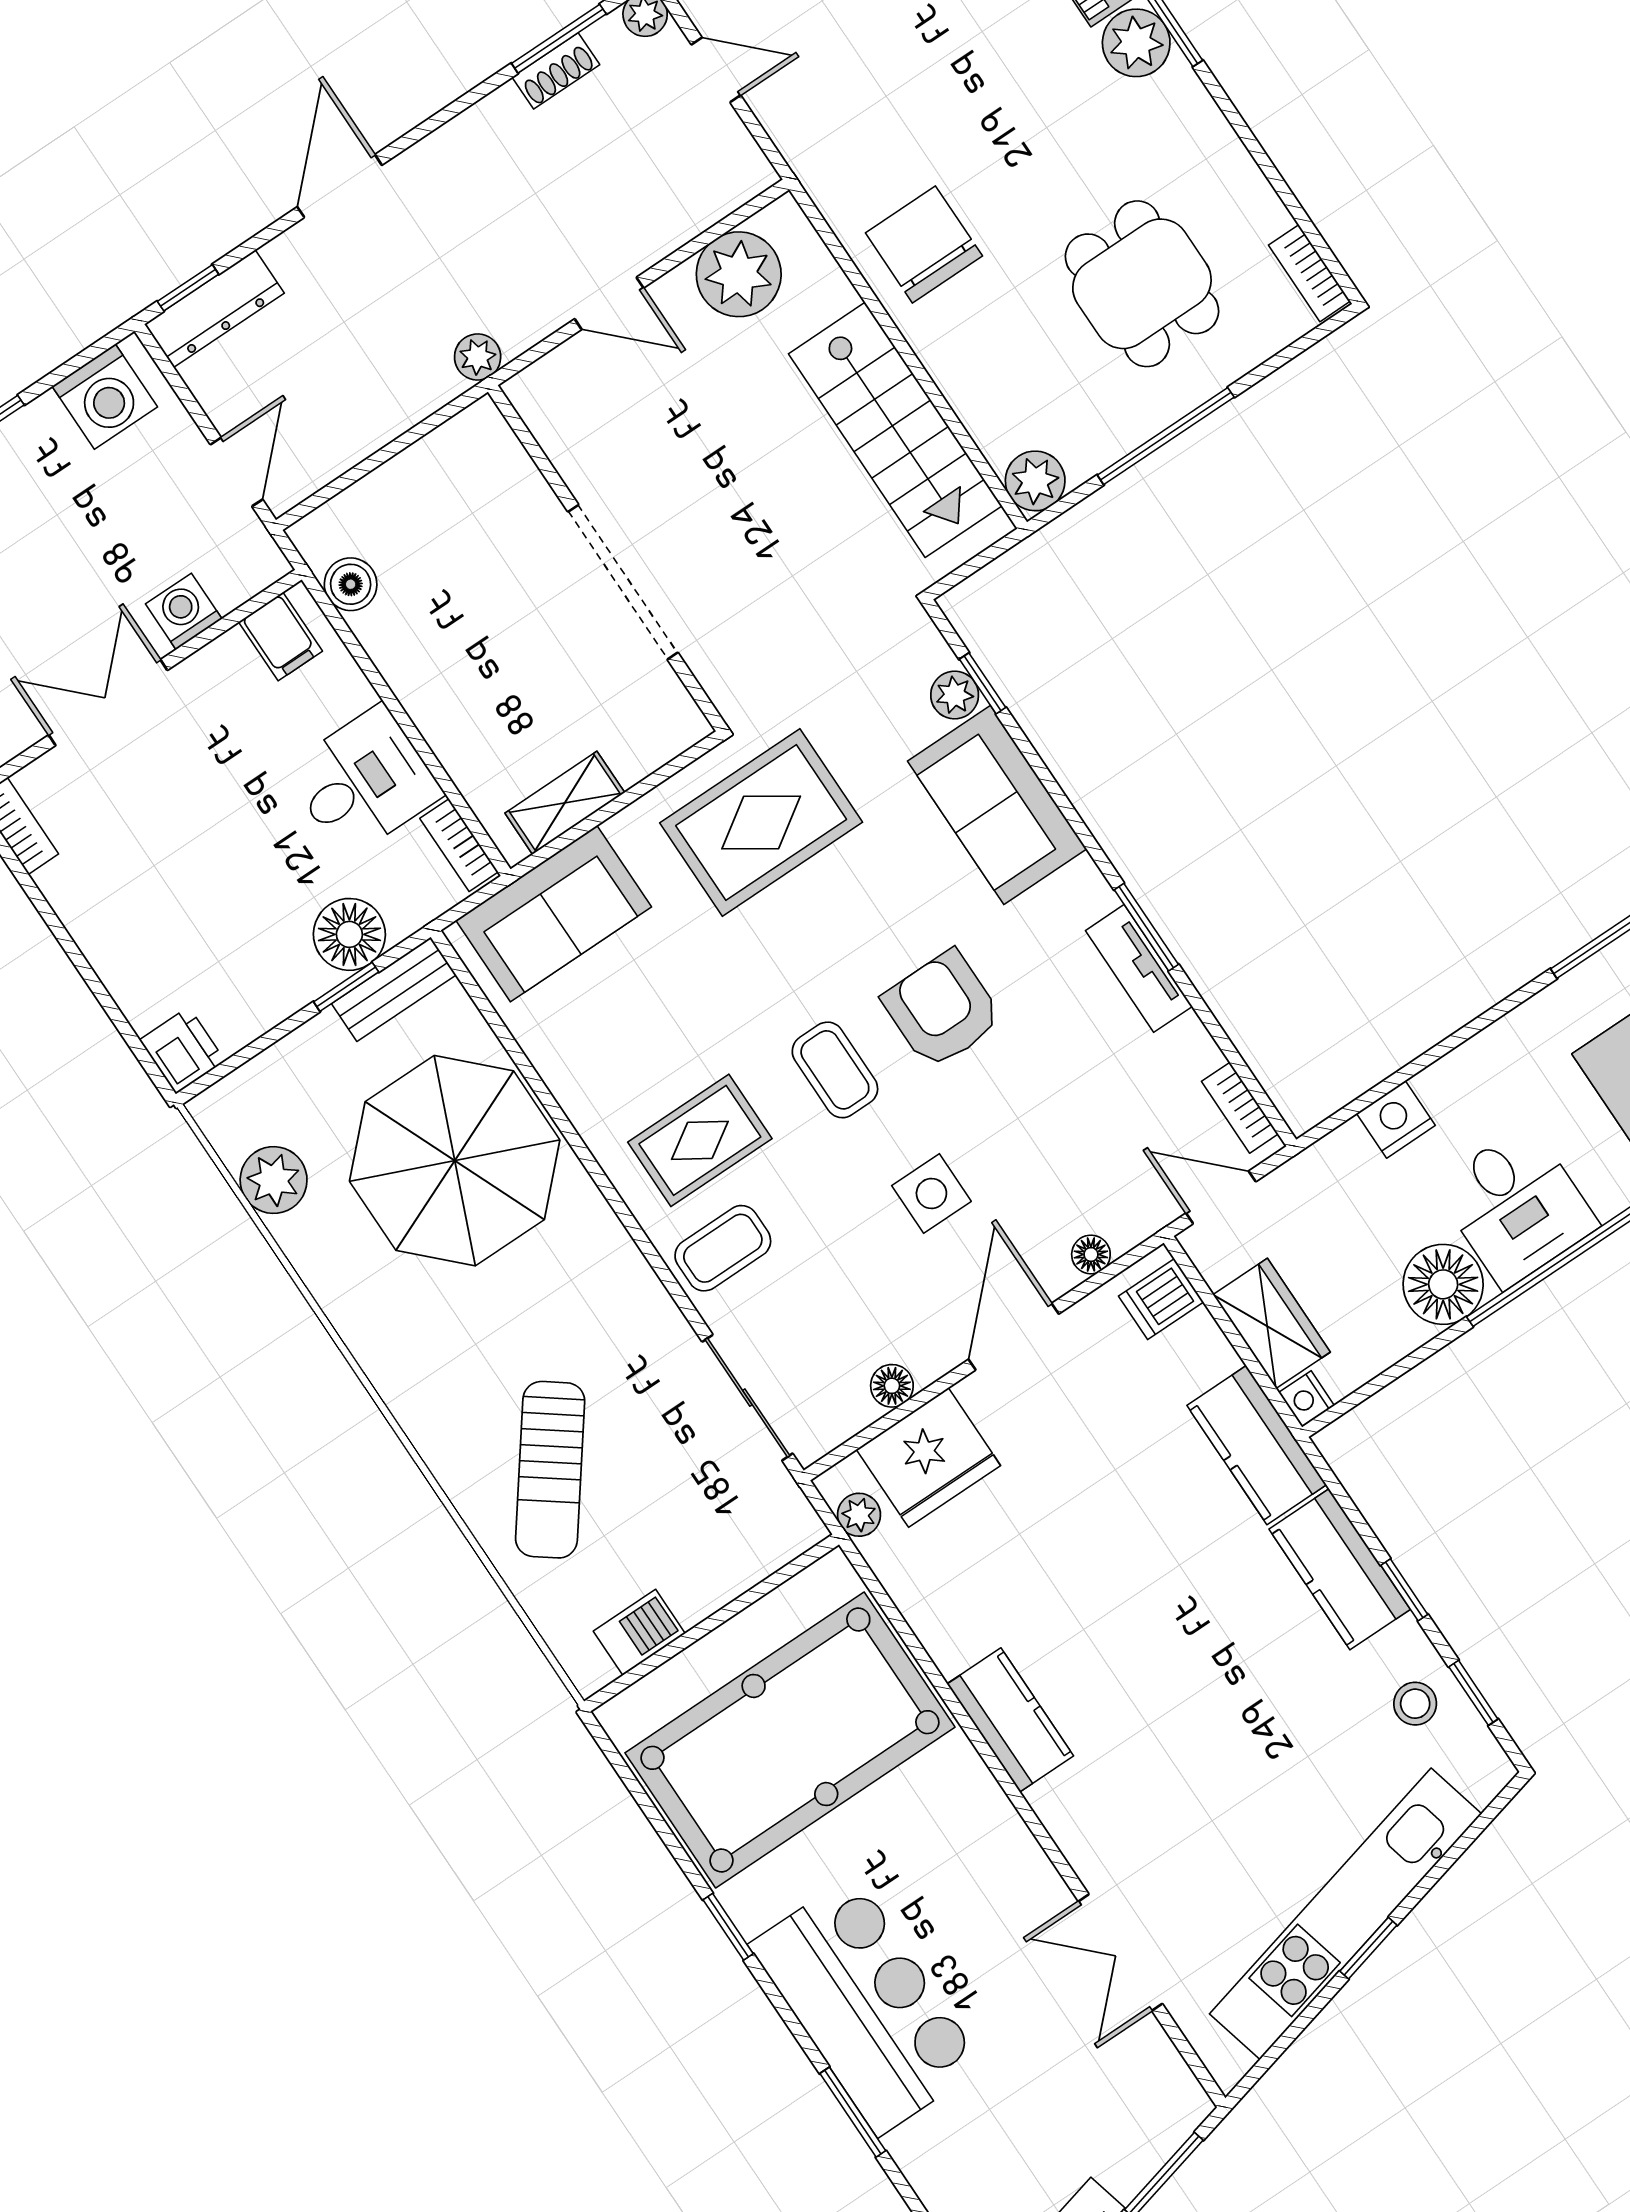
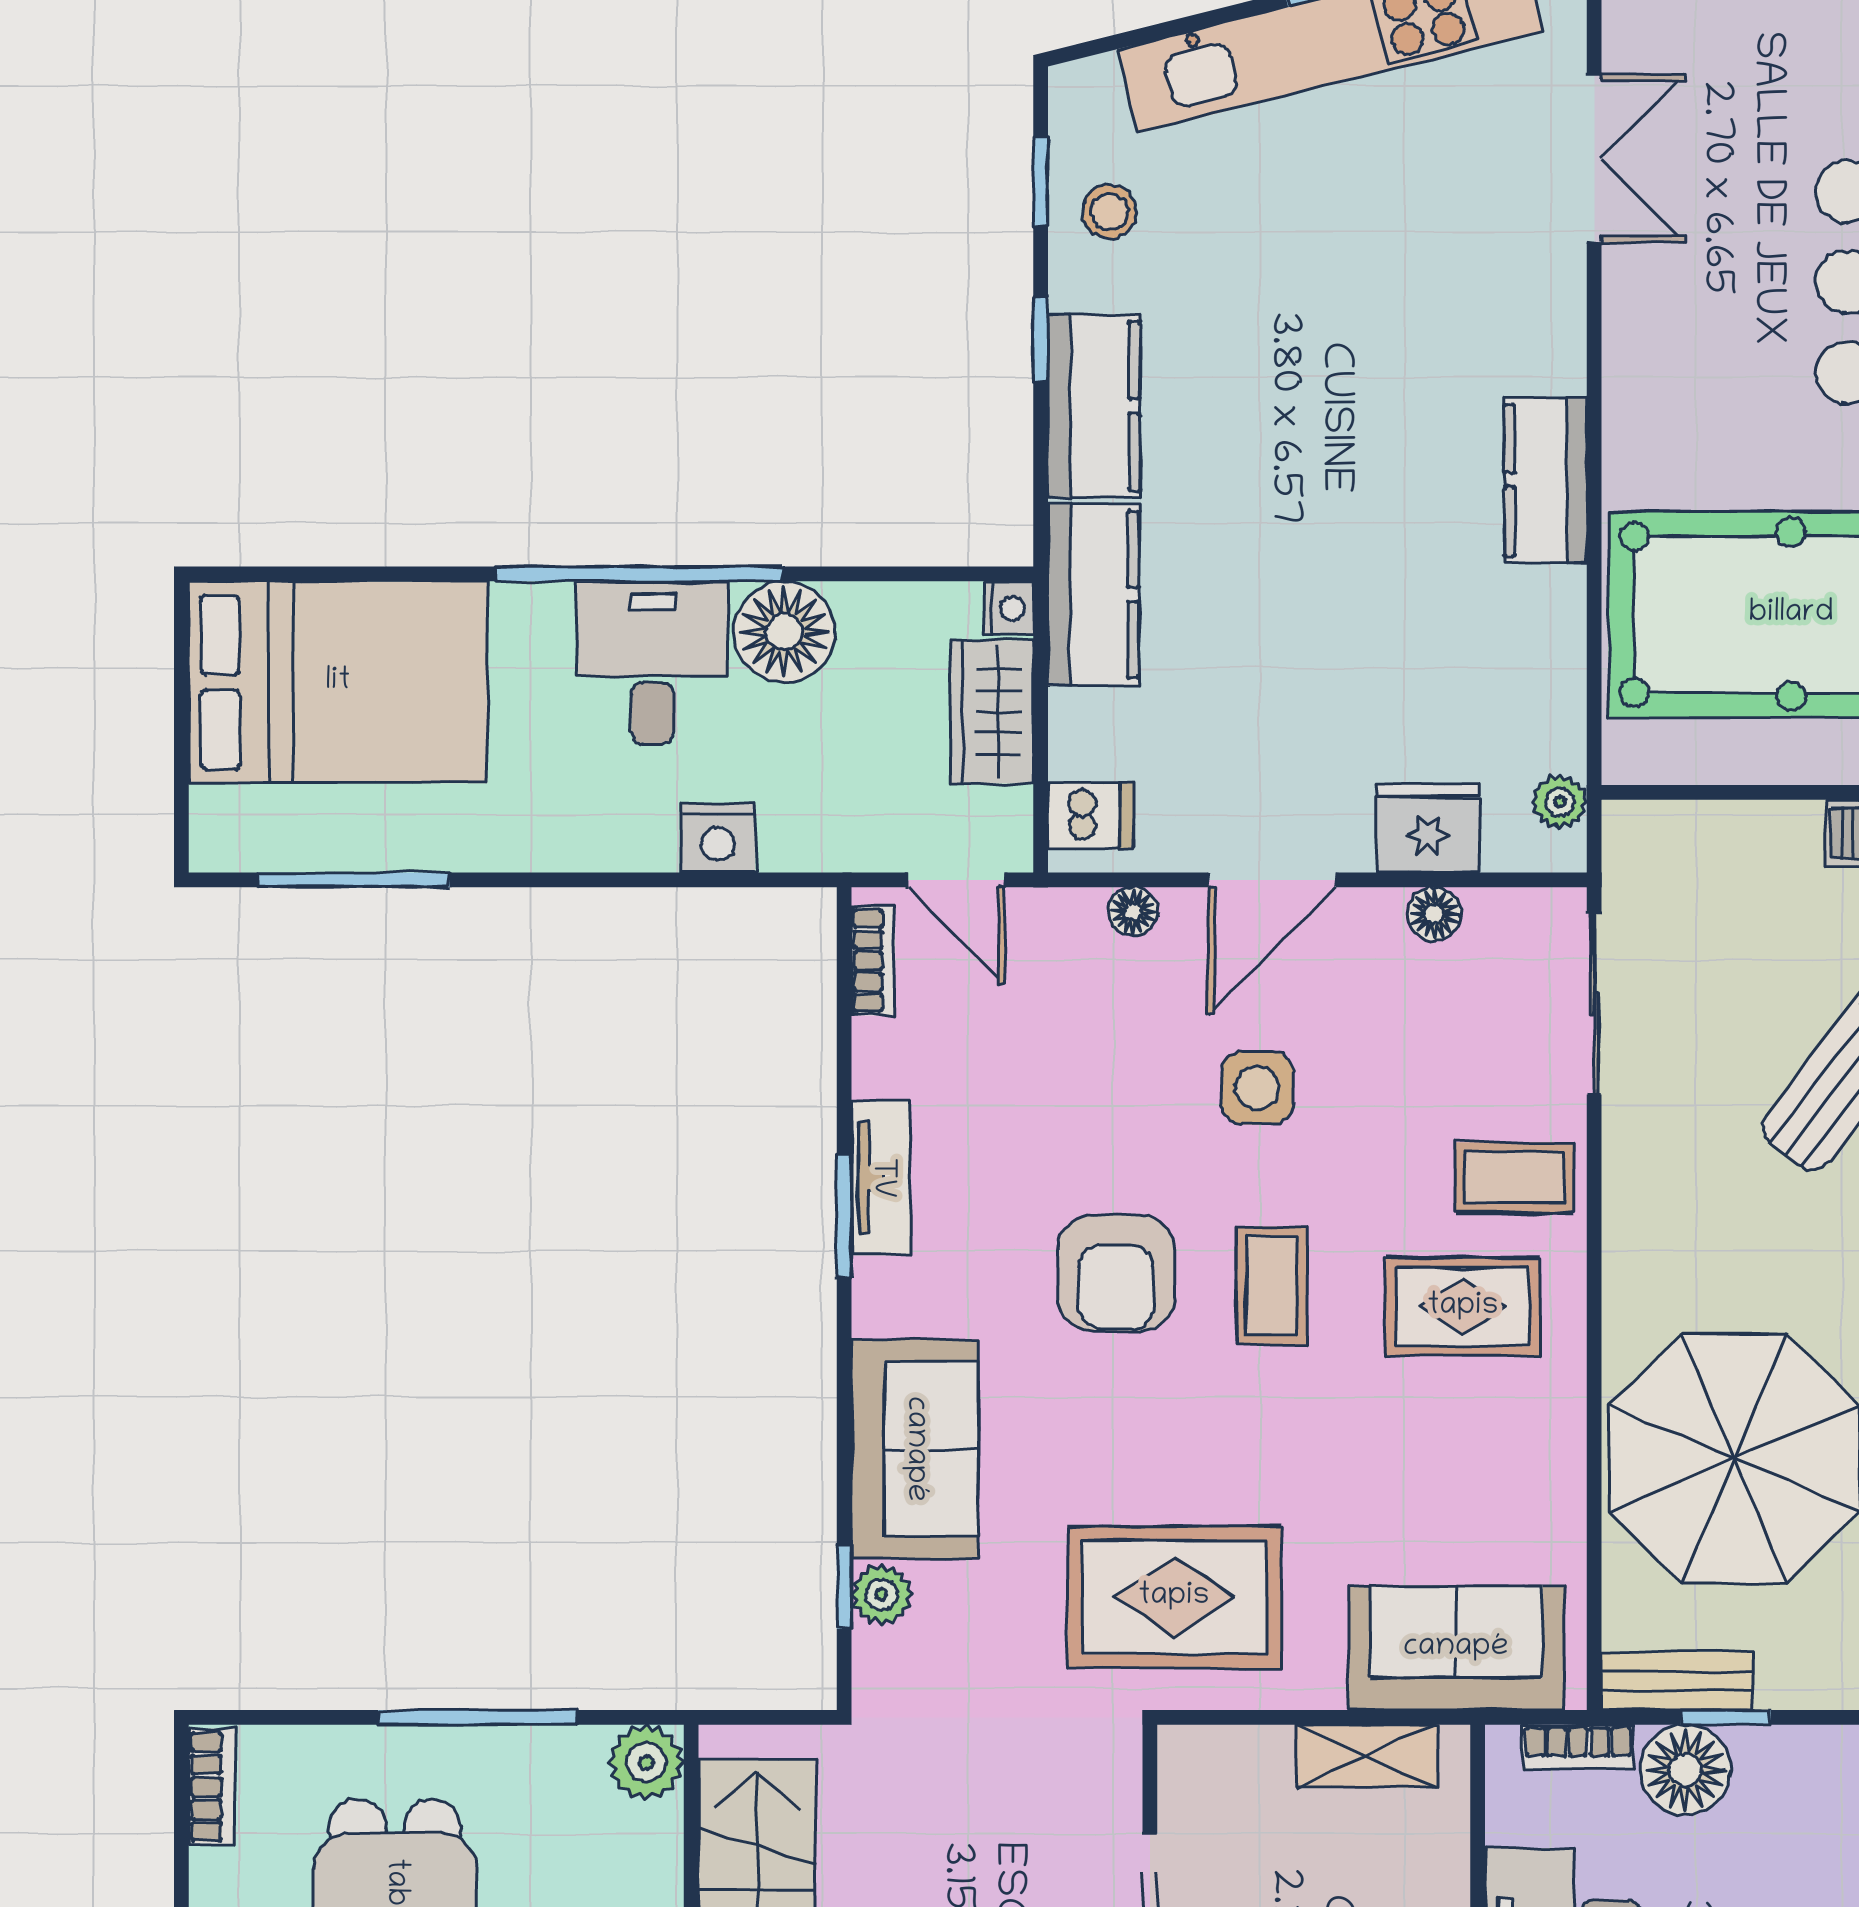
bookcase: (459, 845) -> (1578, 1747), moved, turned 90
fridge: (928, 1457) -> (1428, 828), width x0.73, depth x0.75

